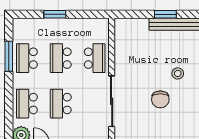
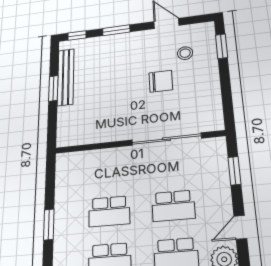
school desk: (95, 58) -> (109, 167), removed
stool: (178, 73) -> (185, 53), moved

